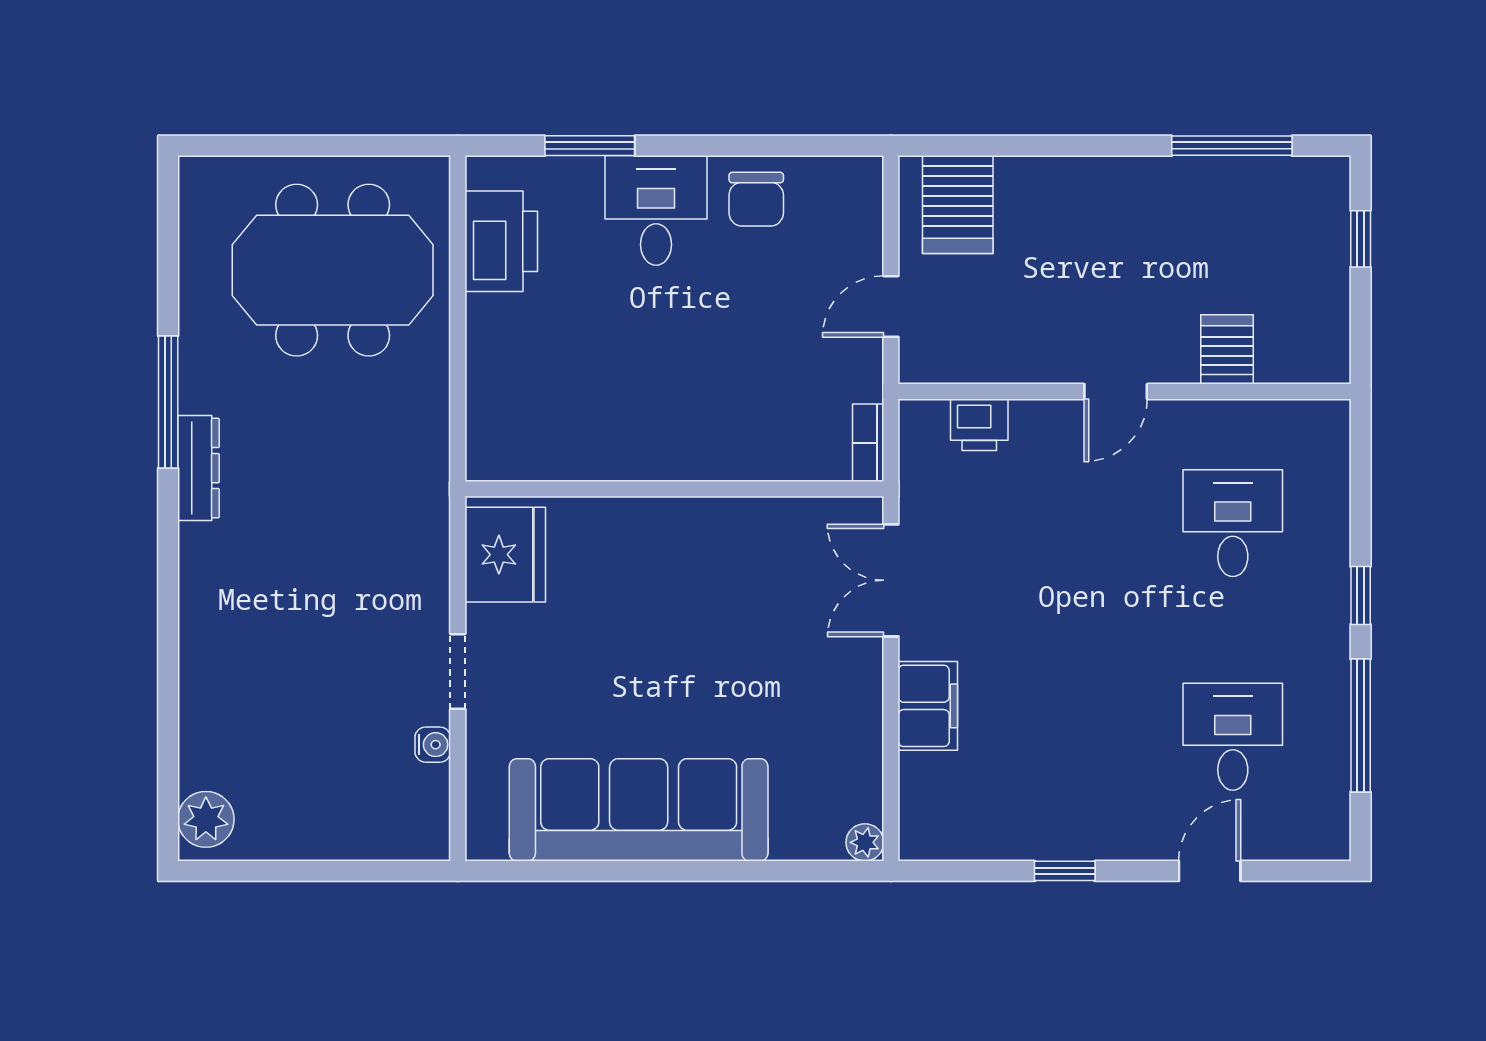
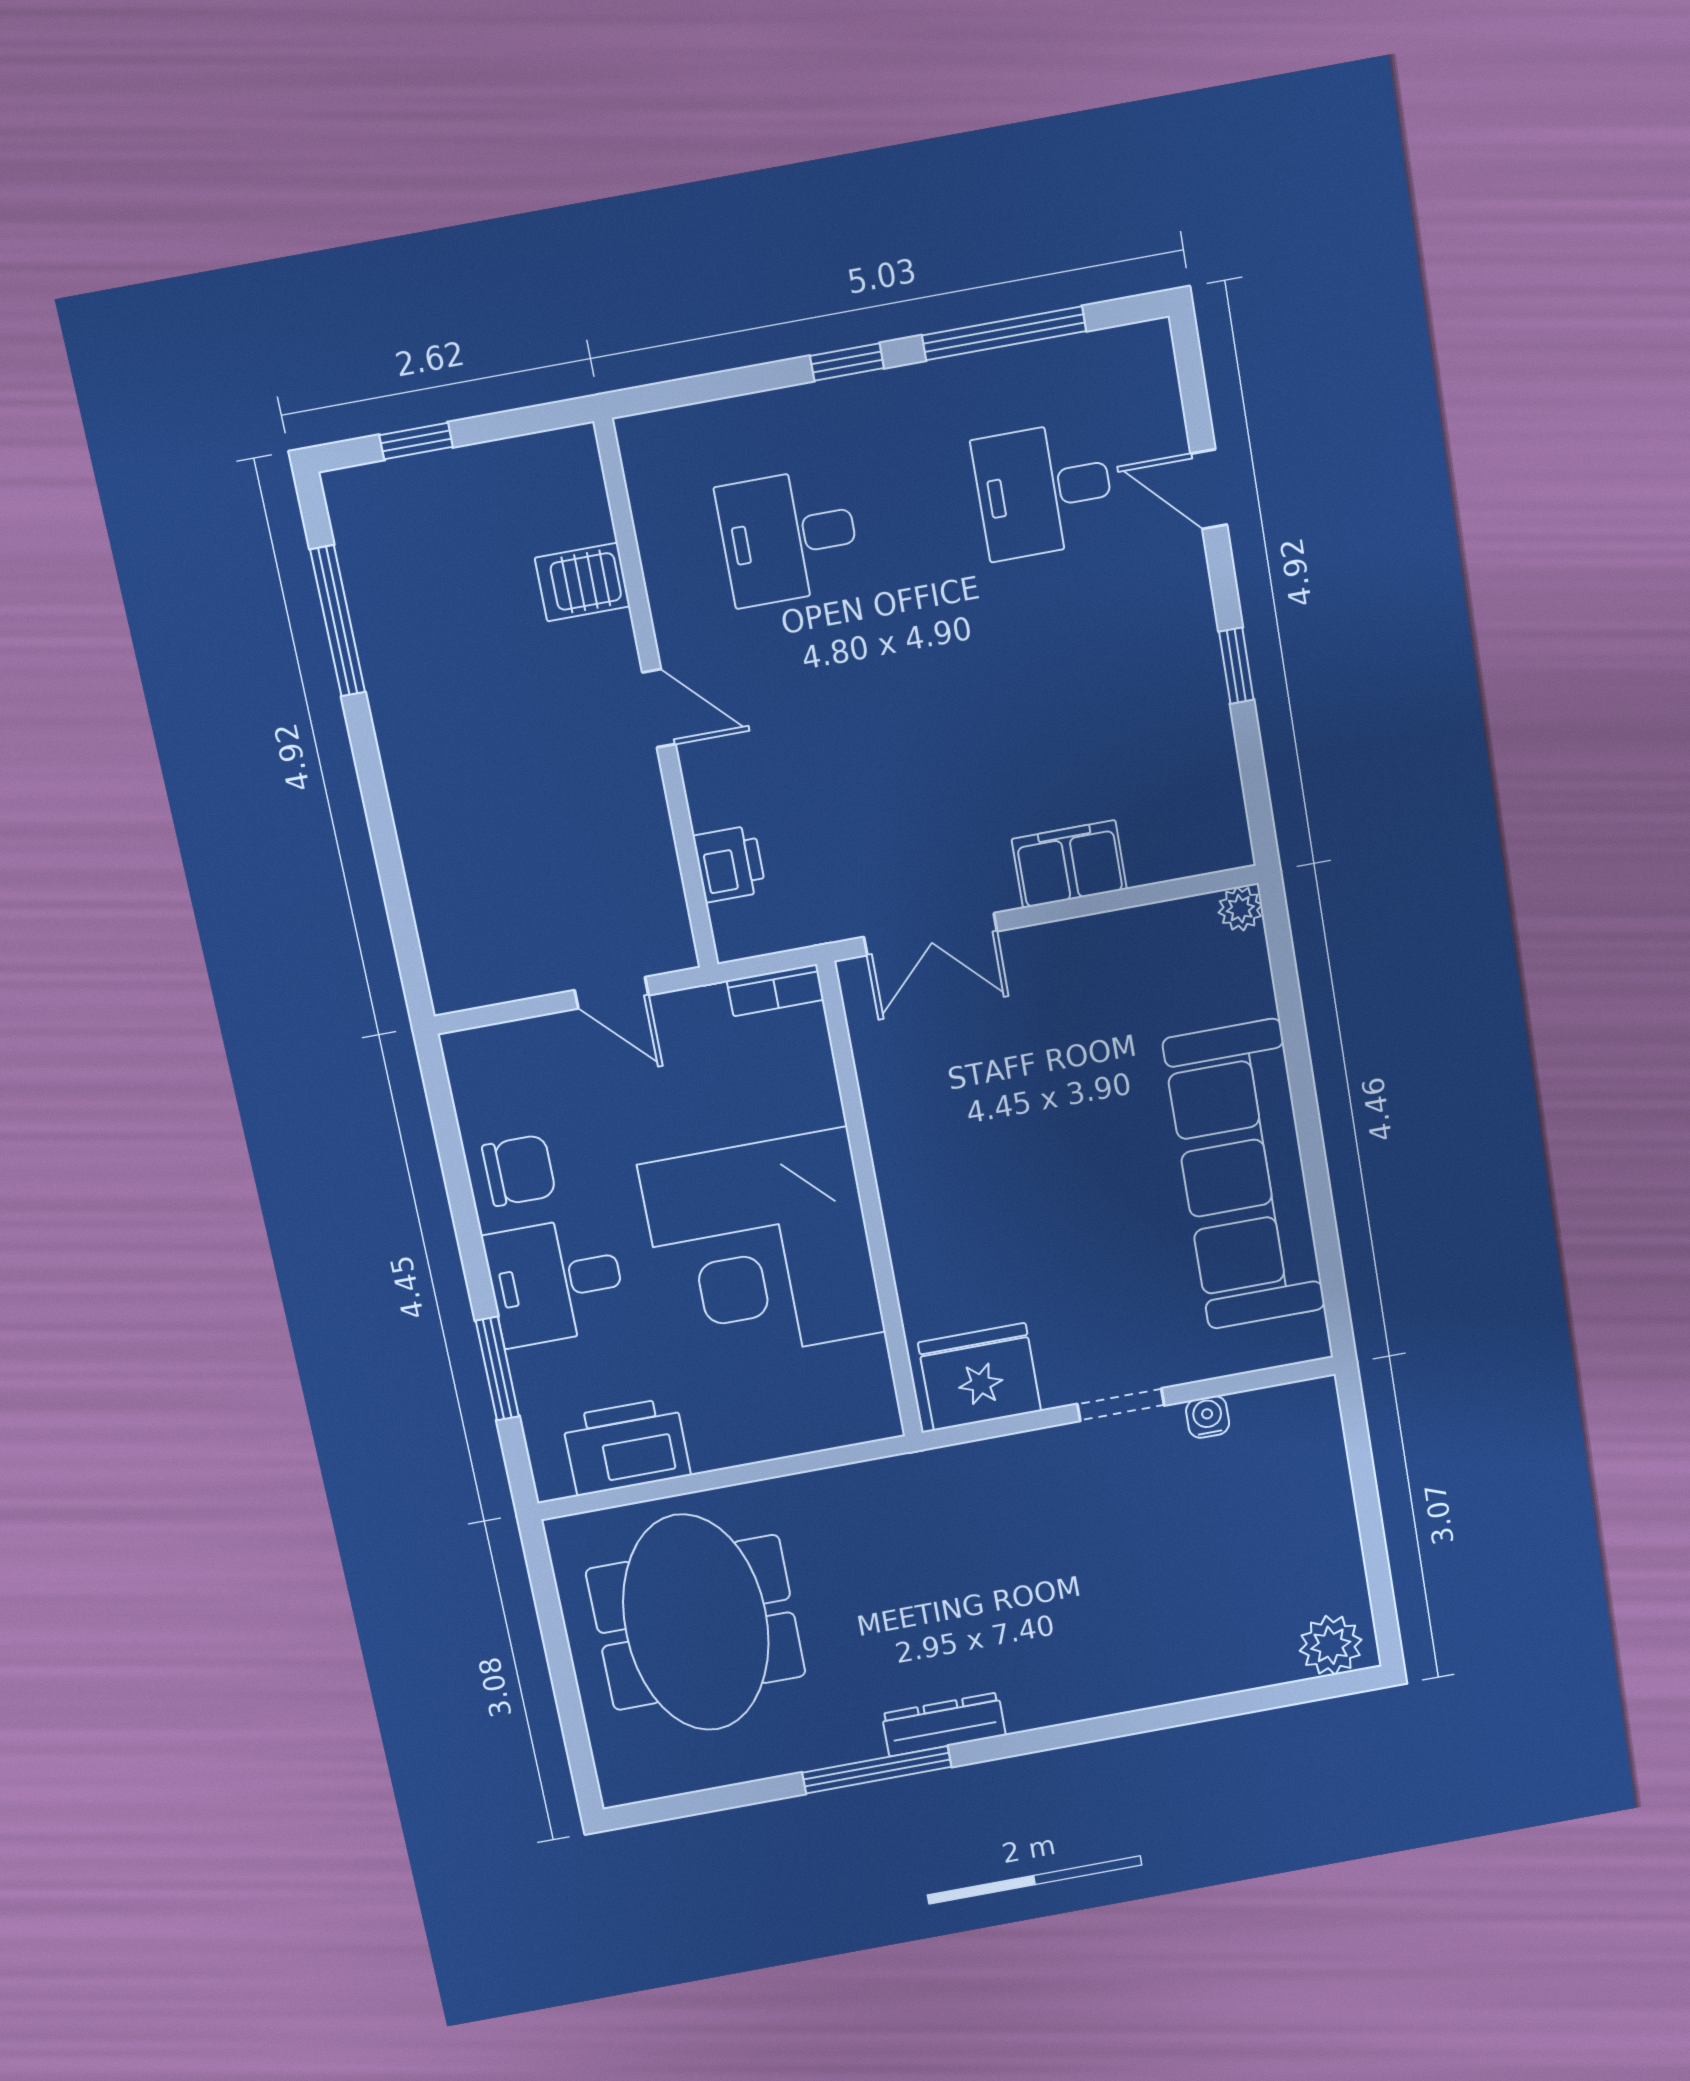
server rack: (958, 205) -> (477, 936), removed
corner desk: (651, 390) -> (762, 1249), added

